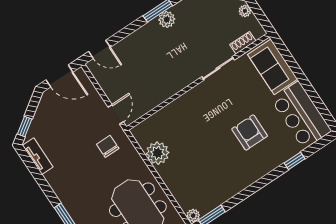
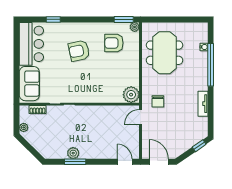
armchair: (250, 132) -> (79, 51), moved, turned 78
plant: (158, 153) -> (131, 95), moved
tv unit: (38, 156) -> (203, 104), moved
armchair: (205, 181) -> (114, 43), added

